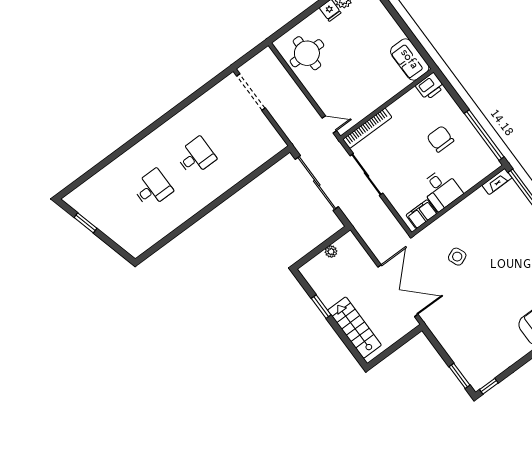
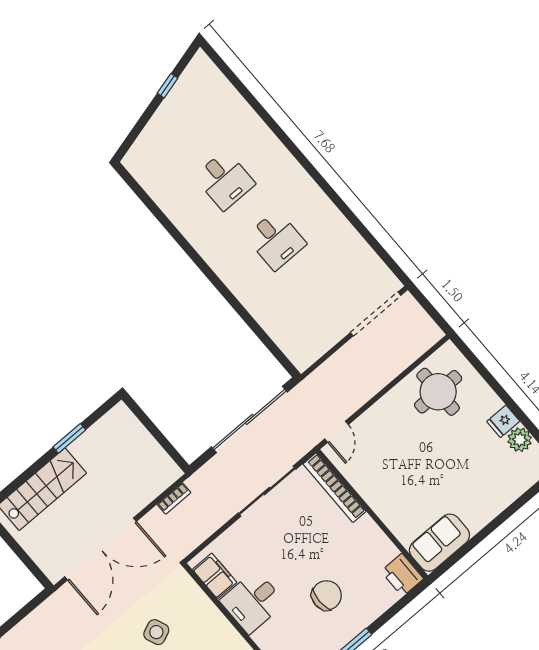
window: (86, 223) -> (168, 86), width x0.67
bookcase: (367, 238) -> (174, 498), added
plant: (331, 252) -> (151, 447), removed

